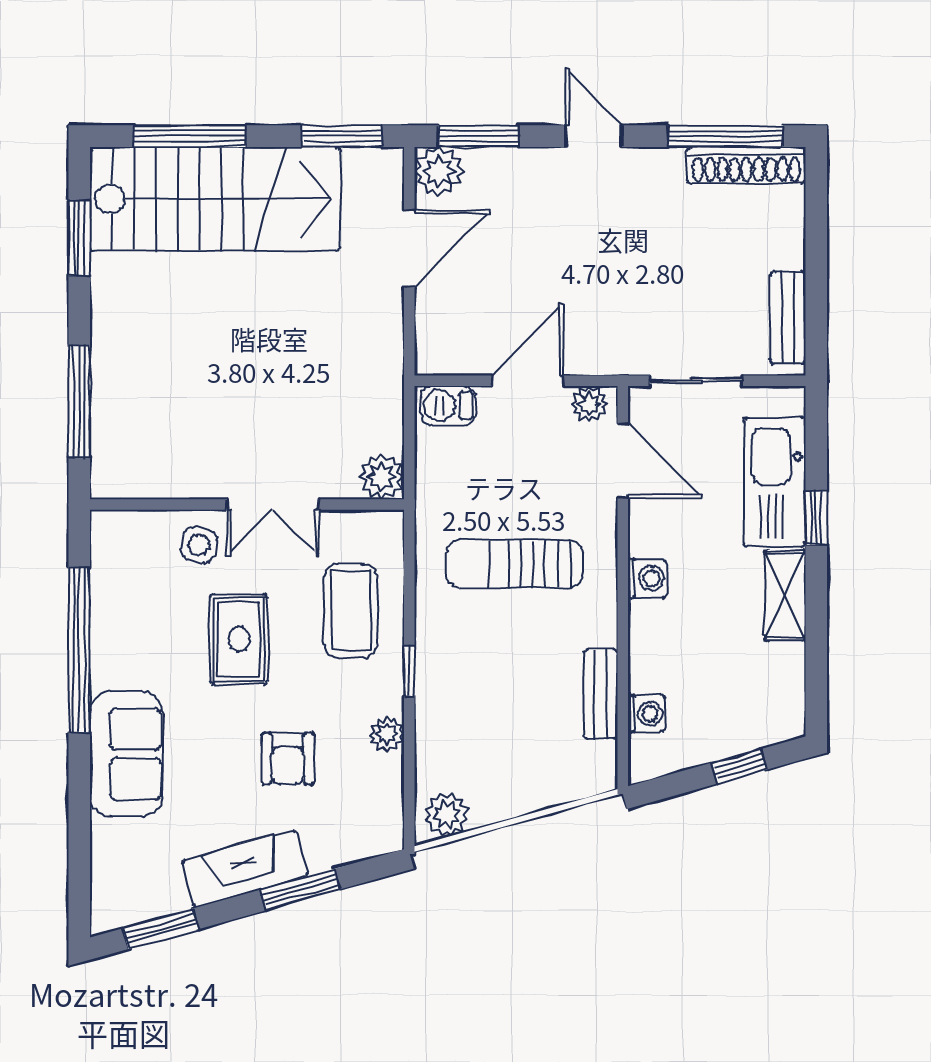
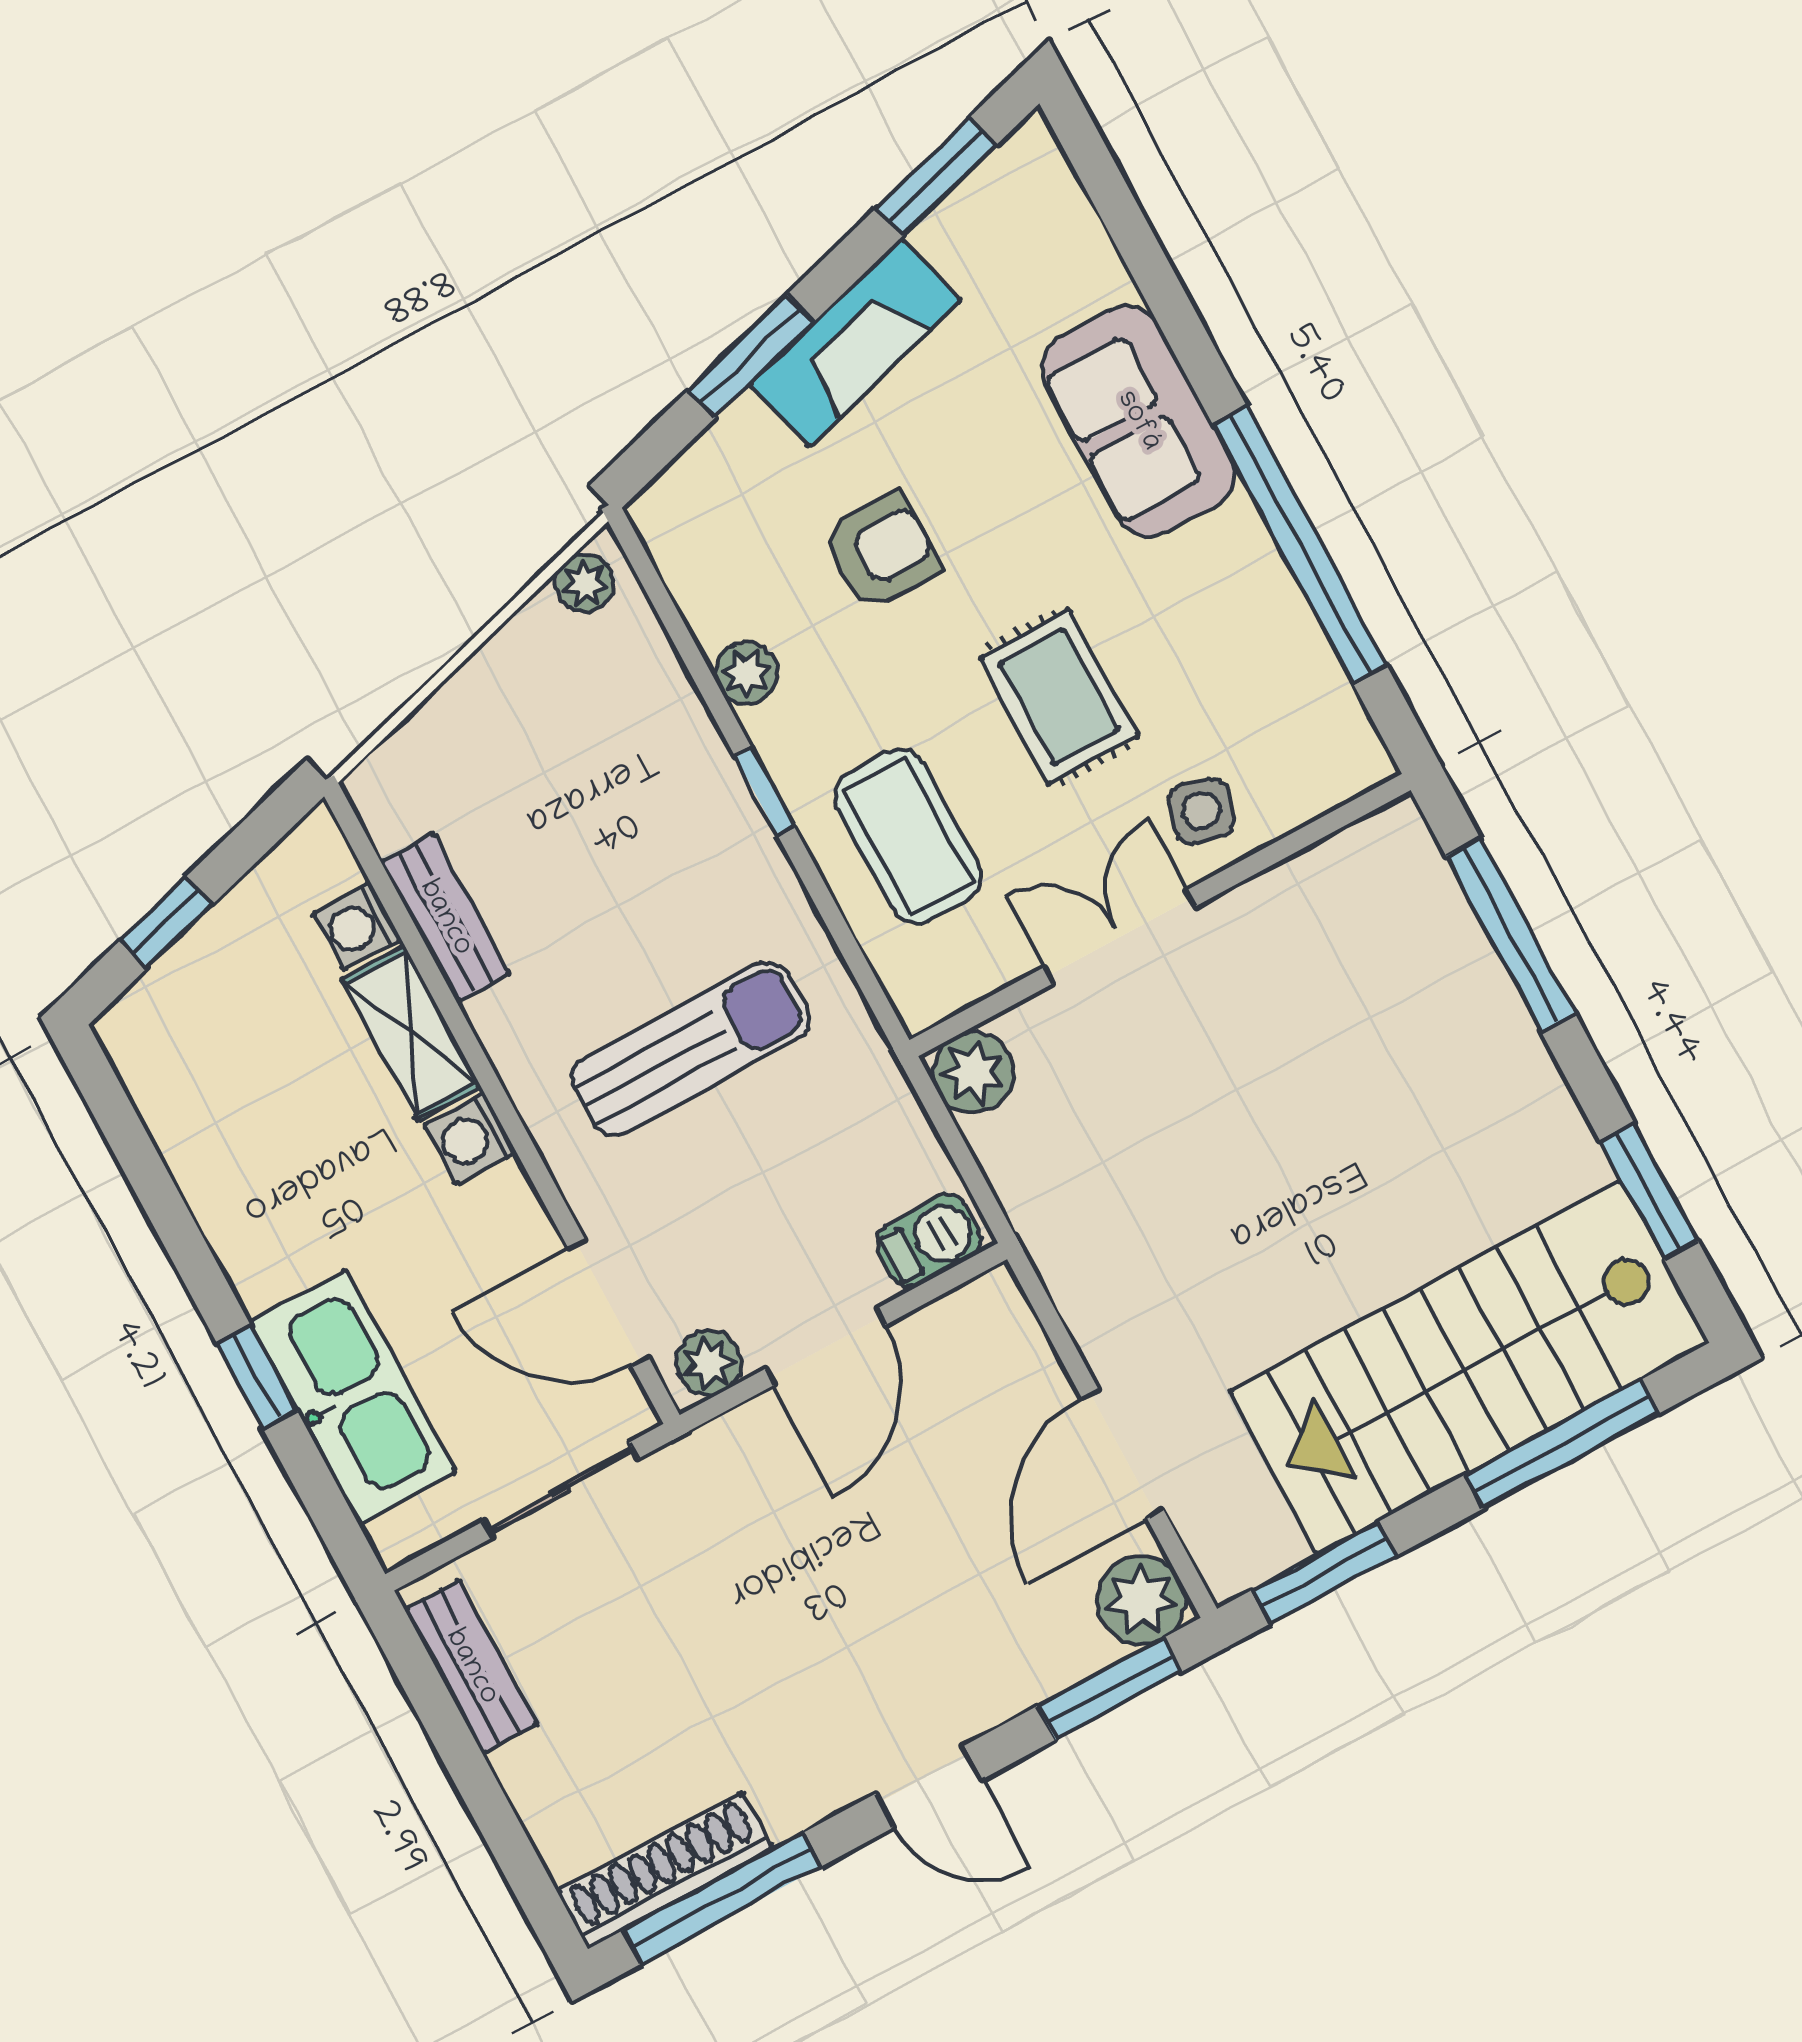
shelving: (785, 595) -> (411, 1033), moved
armchair: (288, 758) -> (881, 551), turned 90
plant: (447, 815) -> (585, 583), width x0.73, depth x0.73

